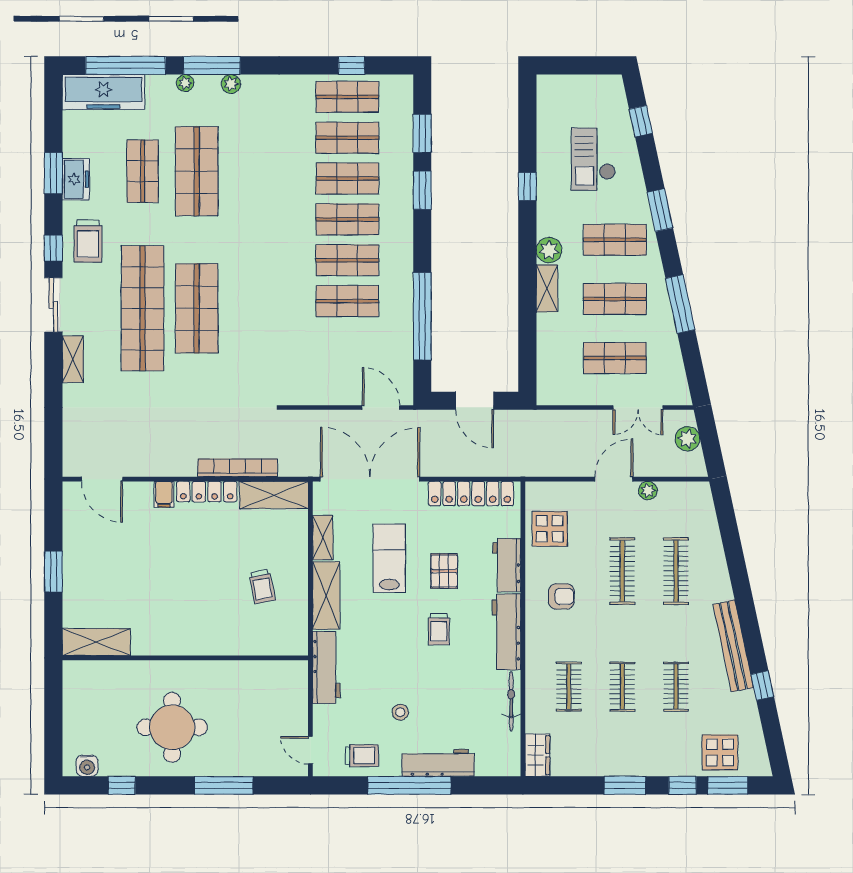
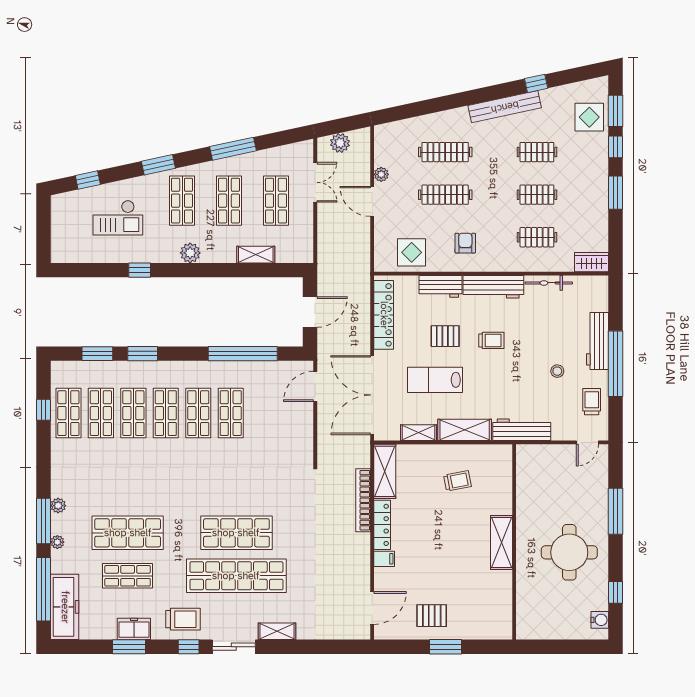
shelving: (547, 288) -> (256, 255), moved
pallet: (92, 554) -> (432, 616), added
shelving: (96, 642) -> (502, 543), moved

